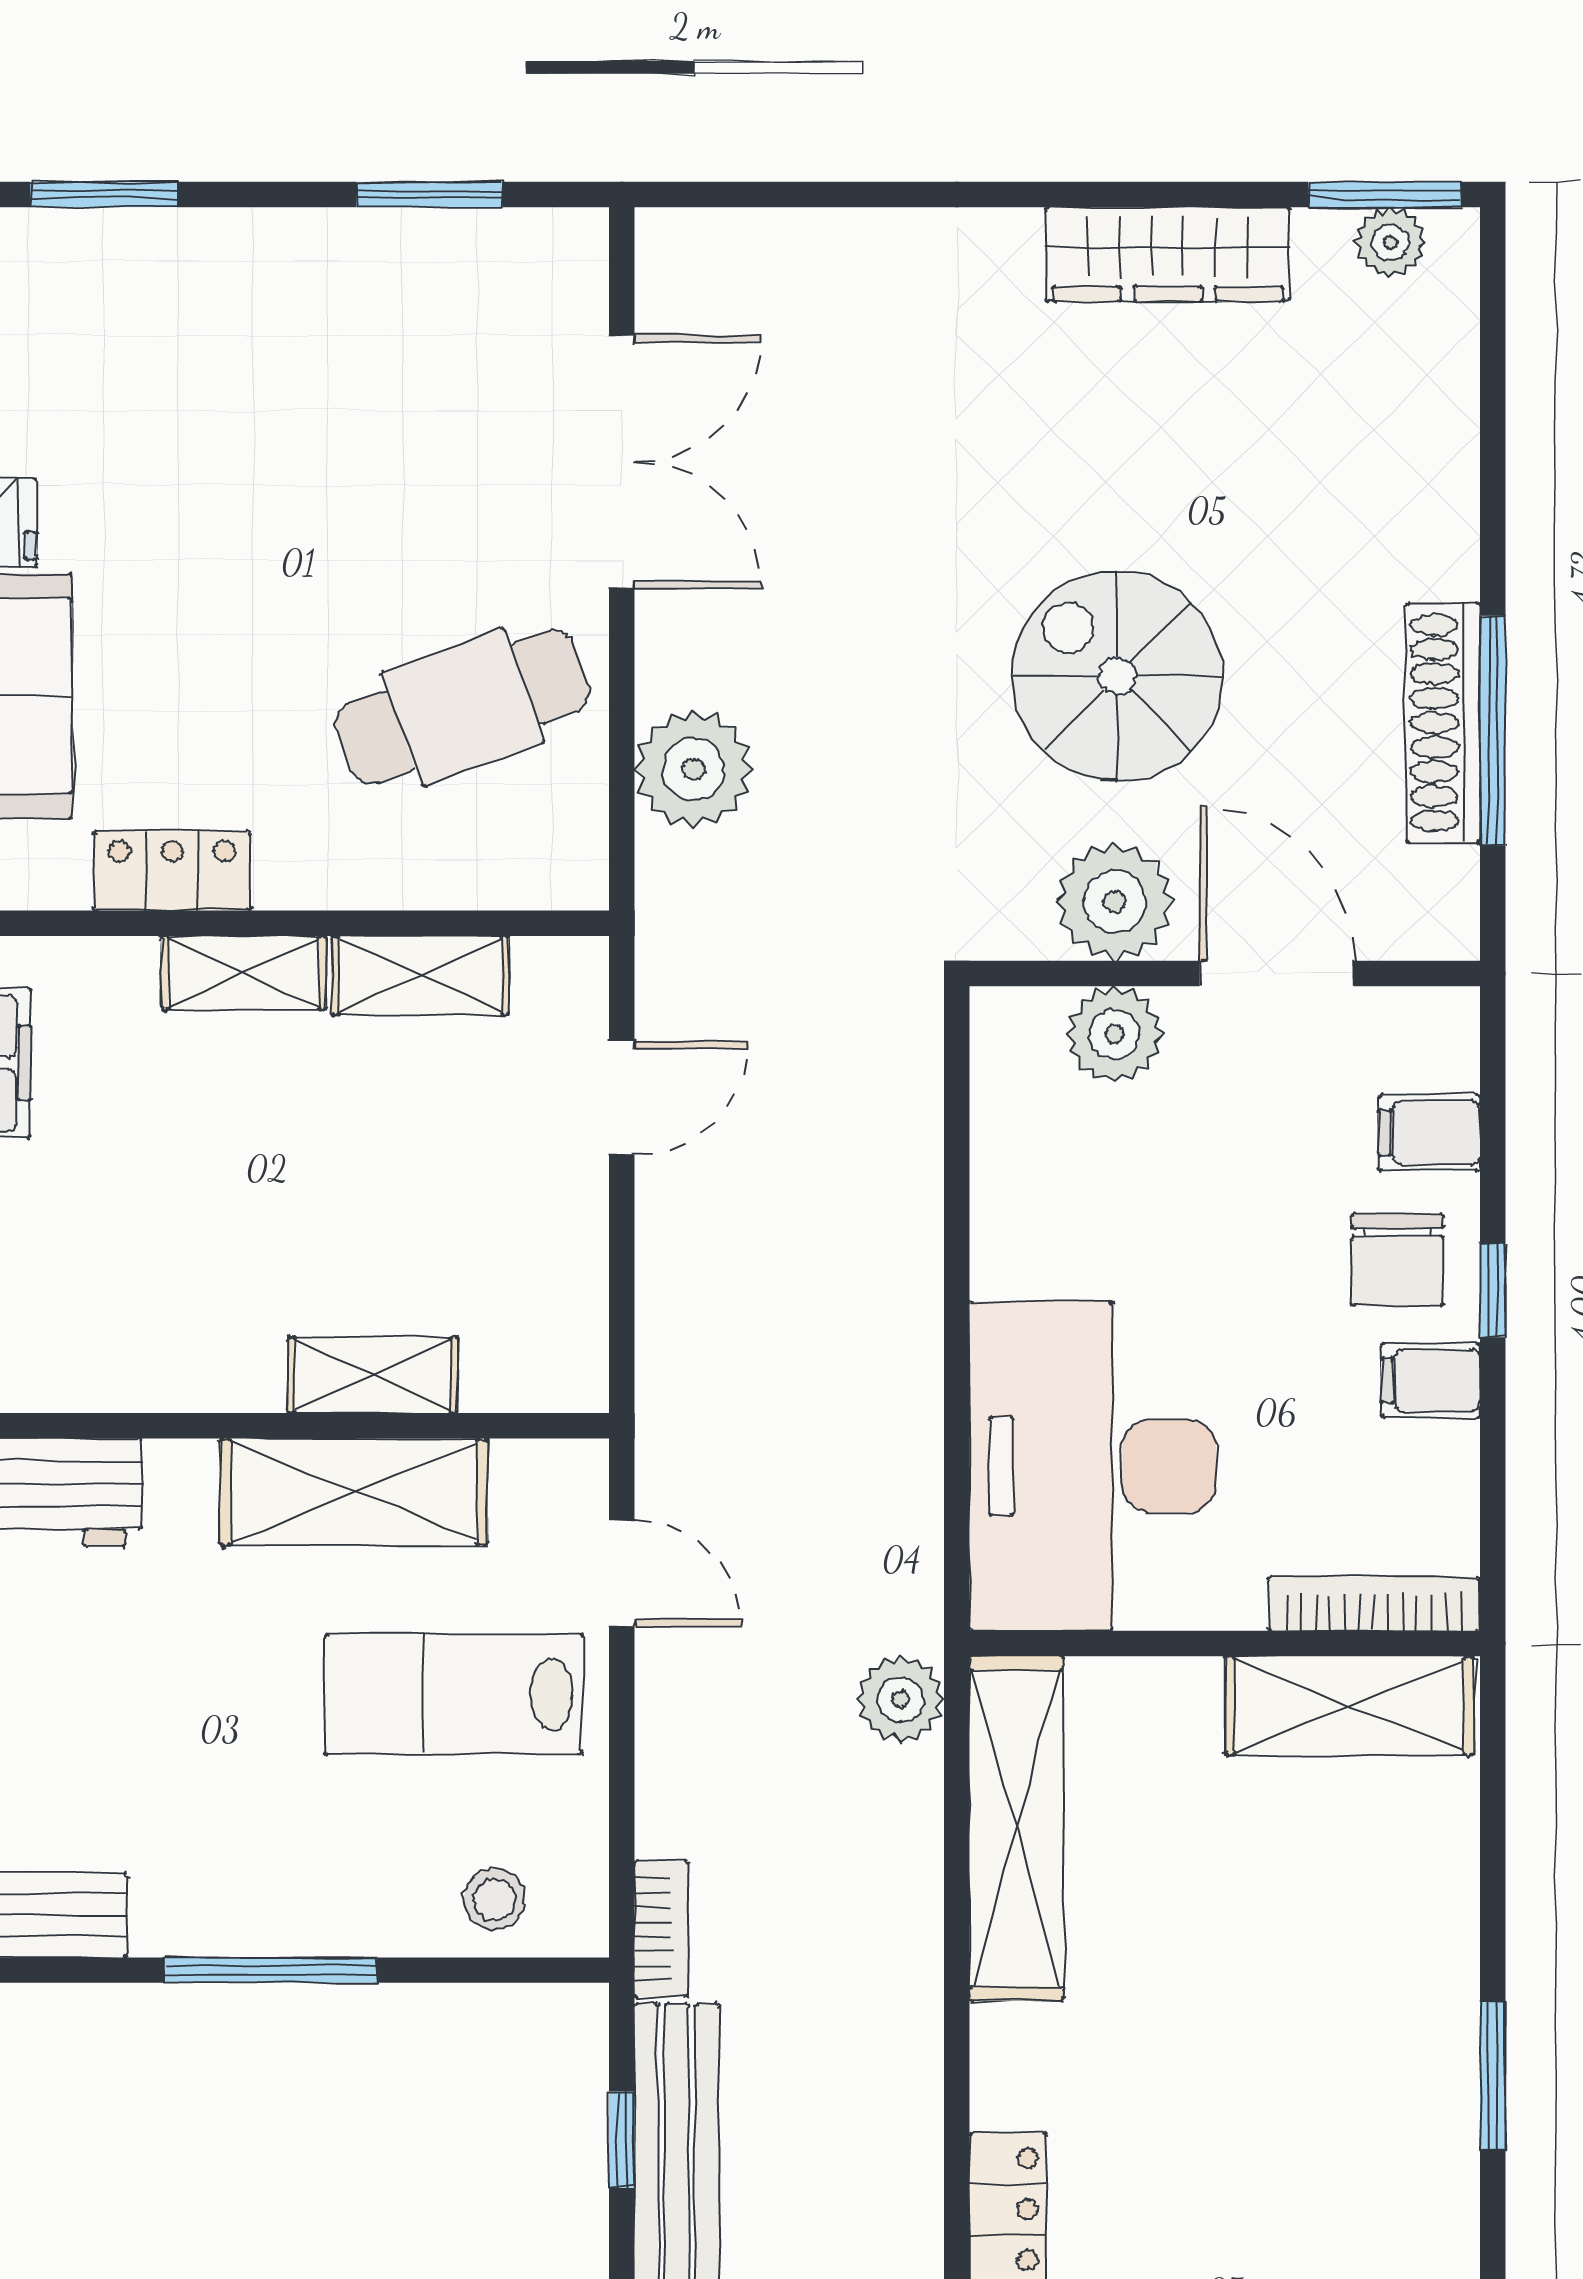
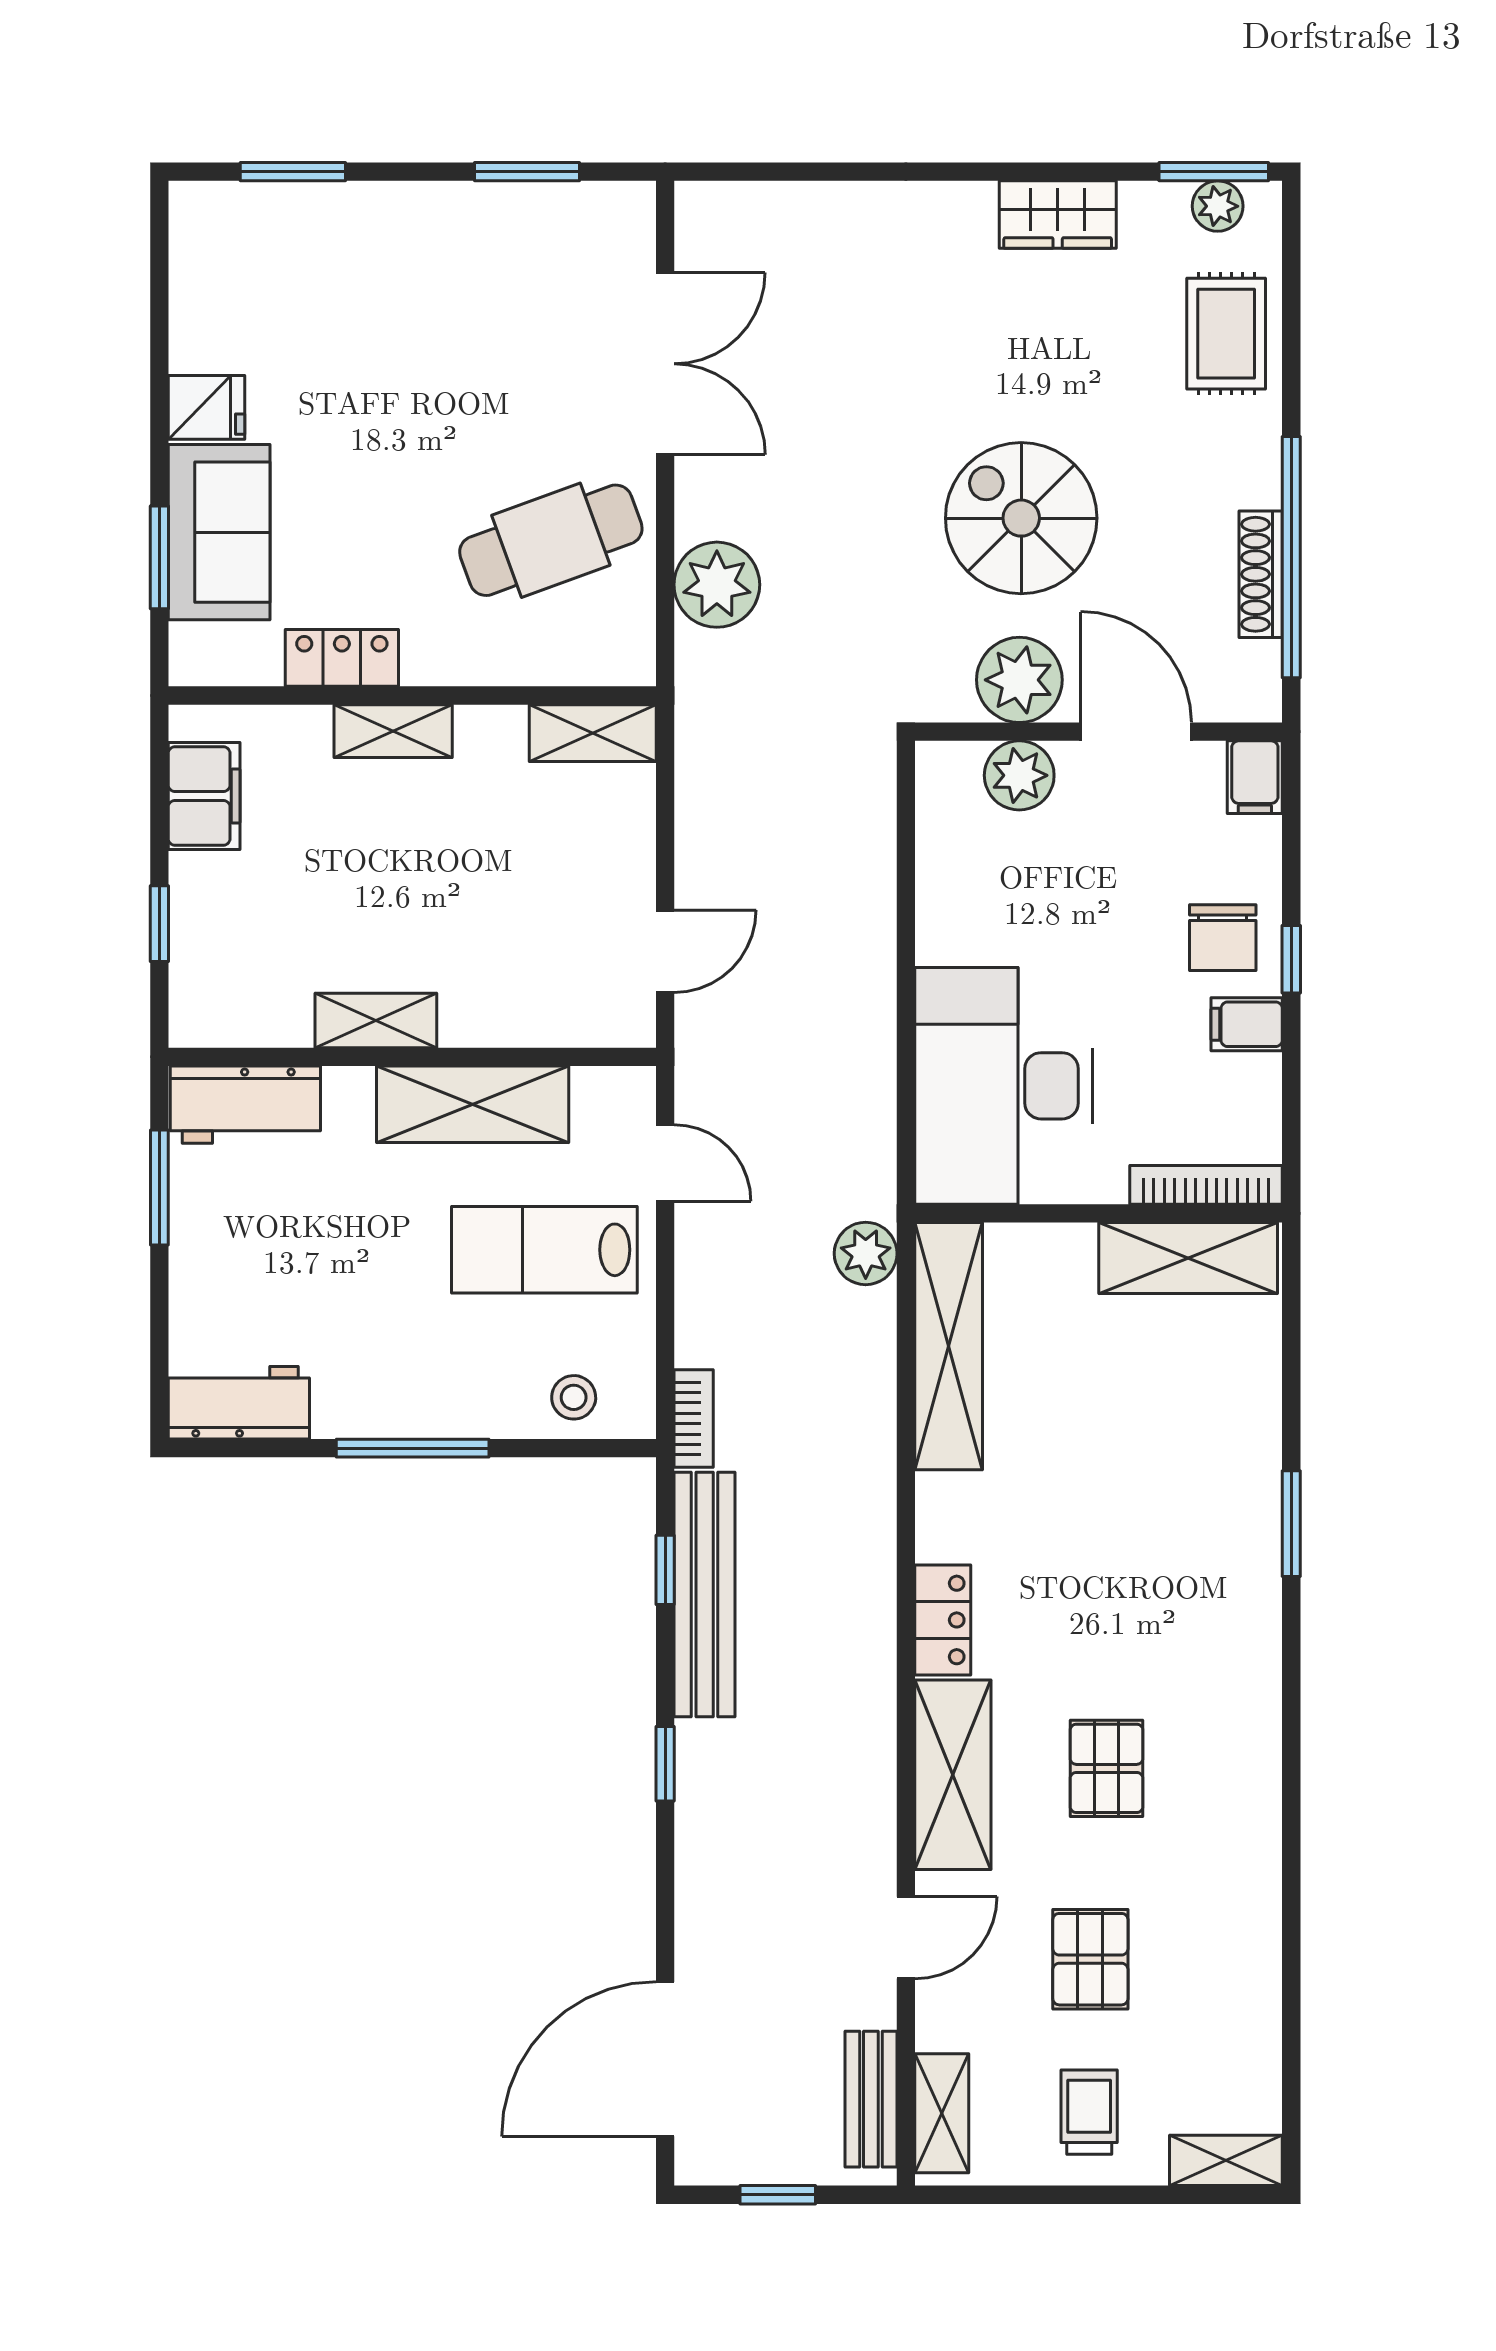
wardrobe: (1168, 254) -> (1058, 215), width x0.67
rug: (1402, 420) -> (1226, 334), added
shoe rack: (1443, 723) -> (1261, 574), width x0.74, depth x0.81
window: (1493, 731) -> (1291, 557), width x1.46
shelving: (420, 975) -> (593, 733), moved
door: (622, 1098) -> (665, 951), moved
filing cabinet: (1429, 1133) -> (1255, 777), moved, turned -90
shelving: (372, 1375) -> (376, 1020), moved

